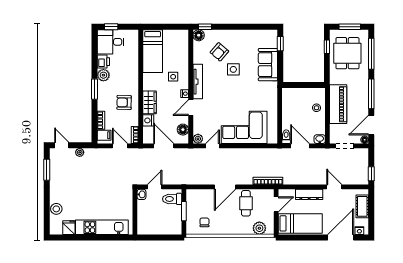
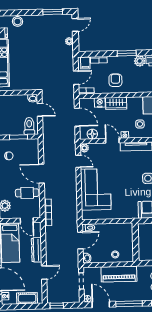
door: (164, 146) -> (77, 117), hinge flipped

